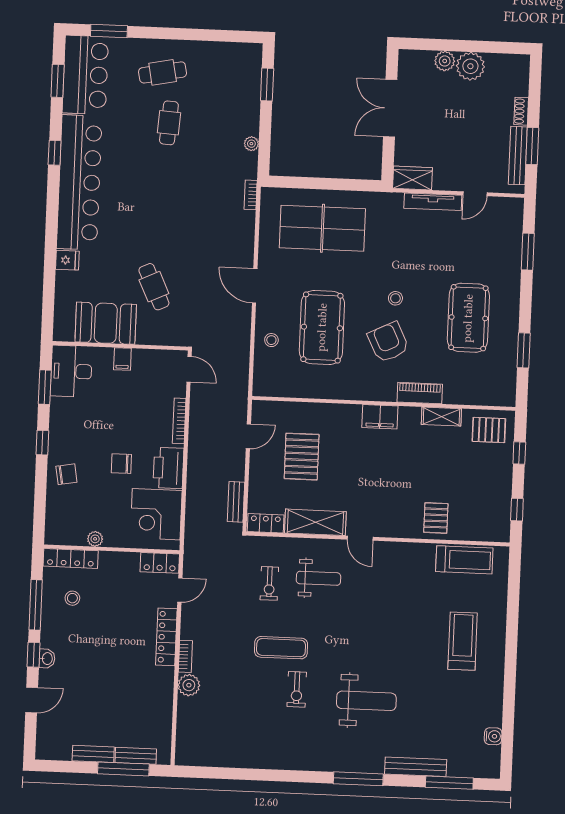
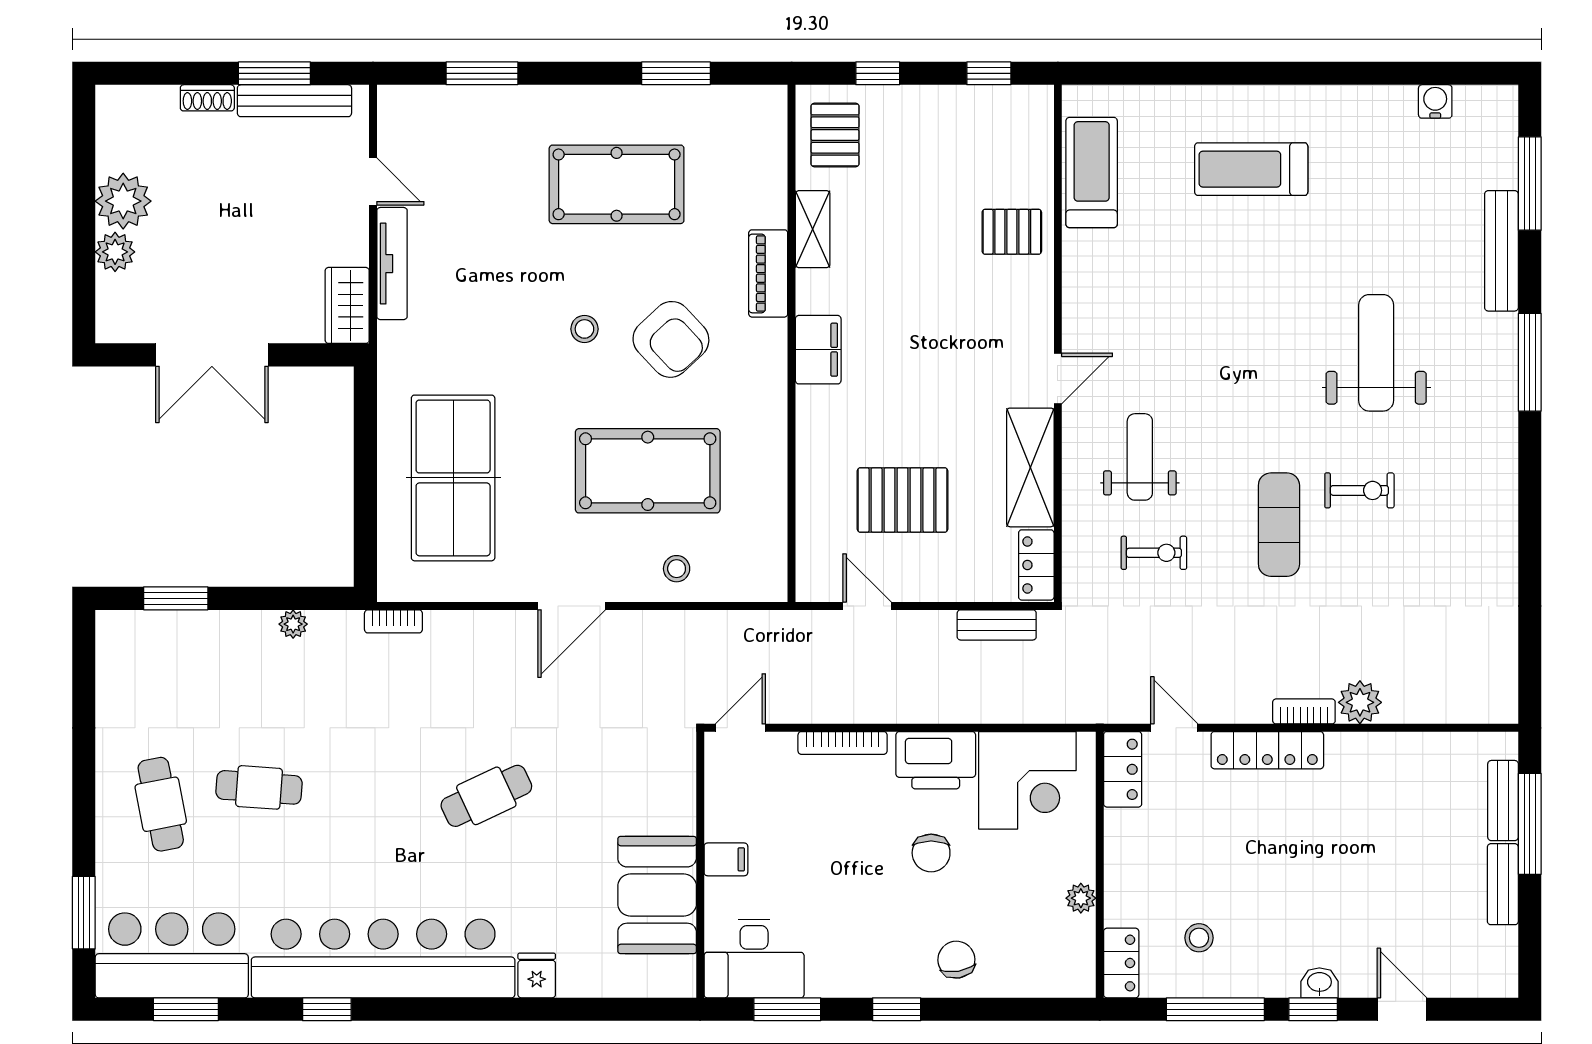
cafe table: (154, 287) -> (486, 796), moved
armchair: (388, 342) -> (671, 339), turned -107
locker: (71, 558) -> (1121, 963), width x0.66

